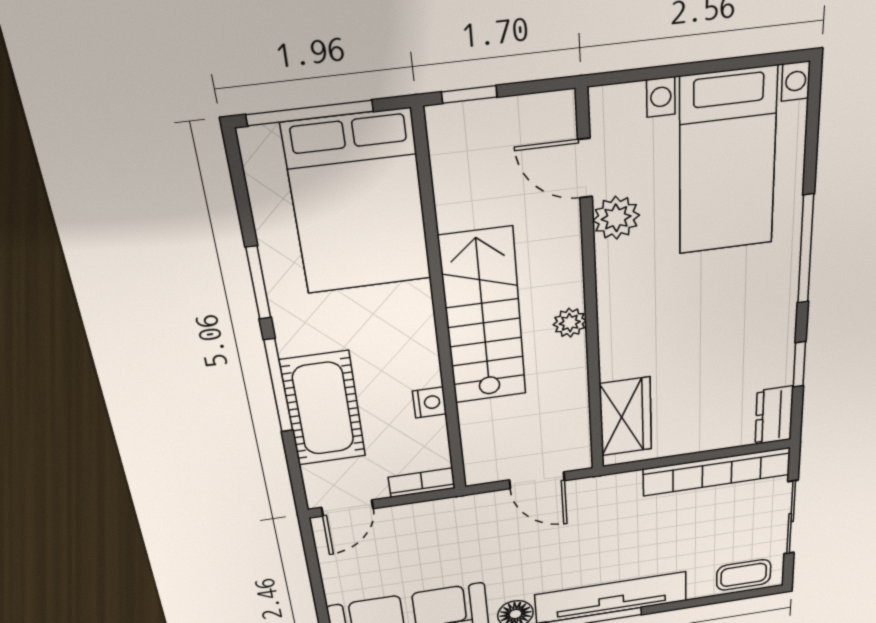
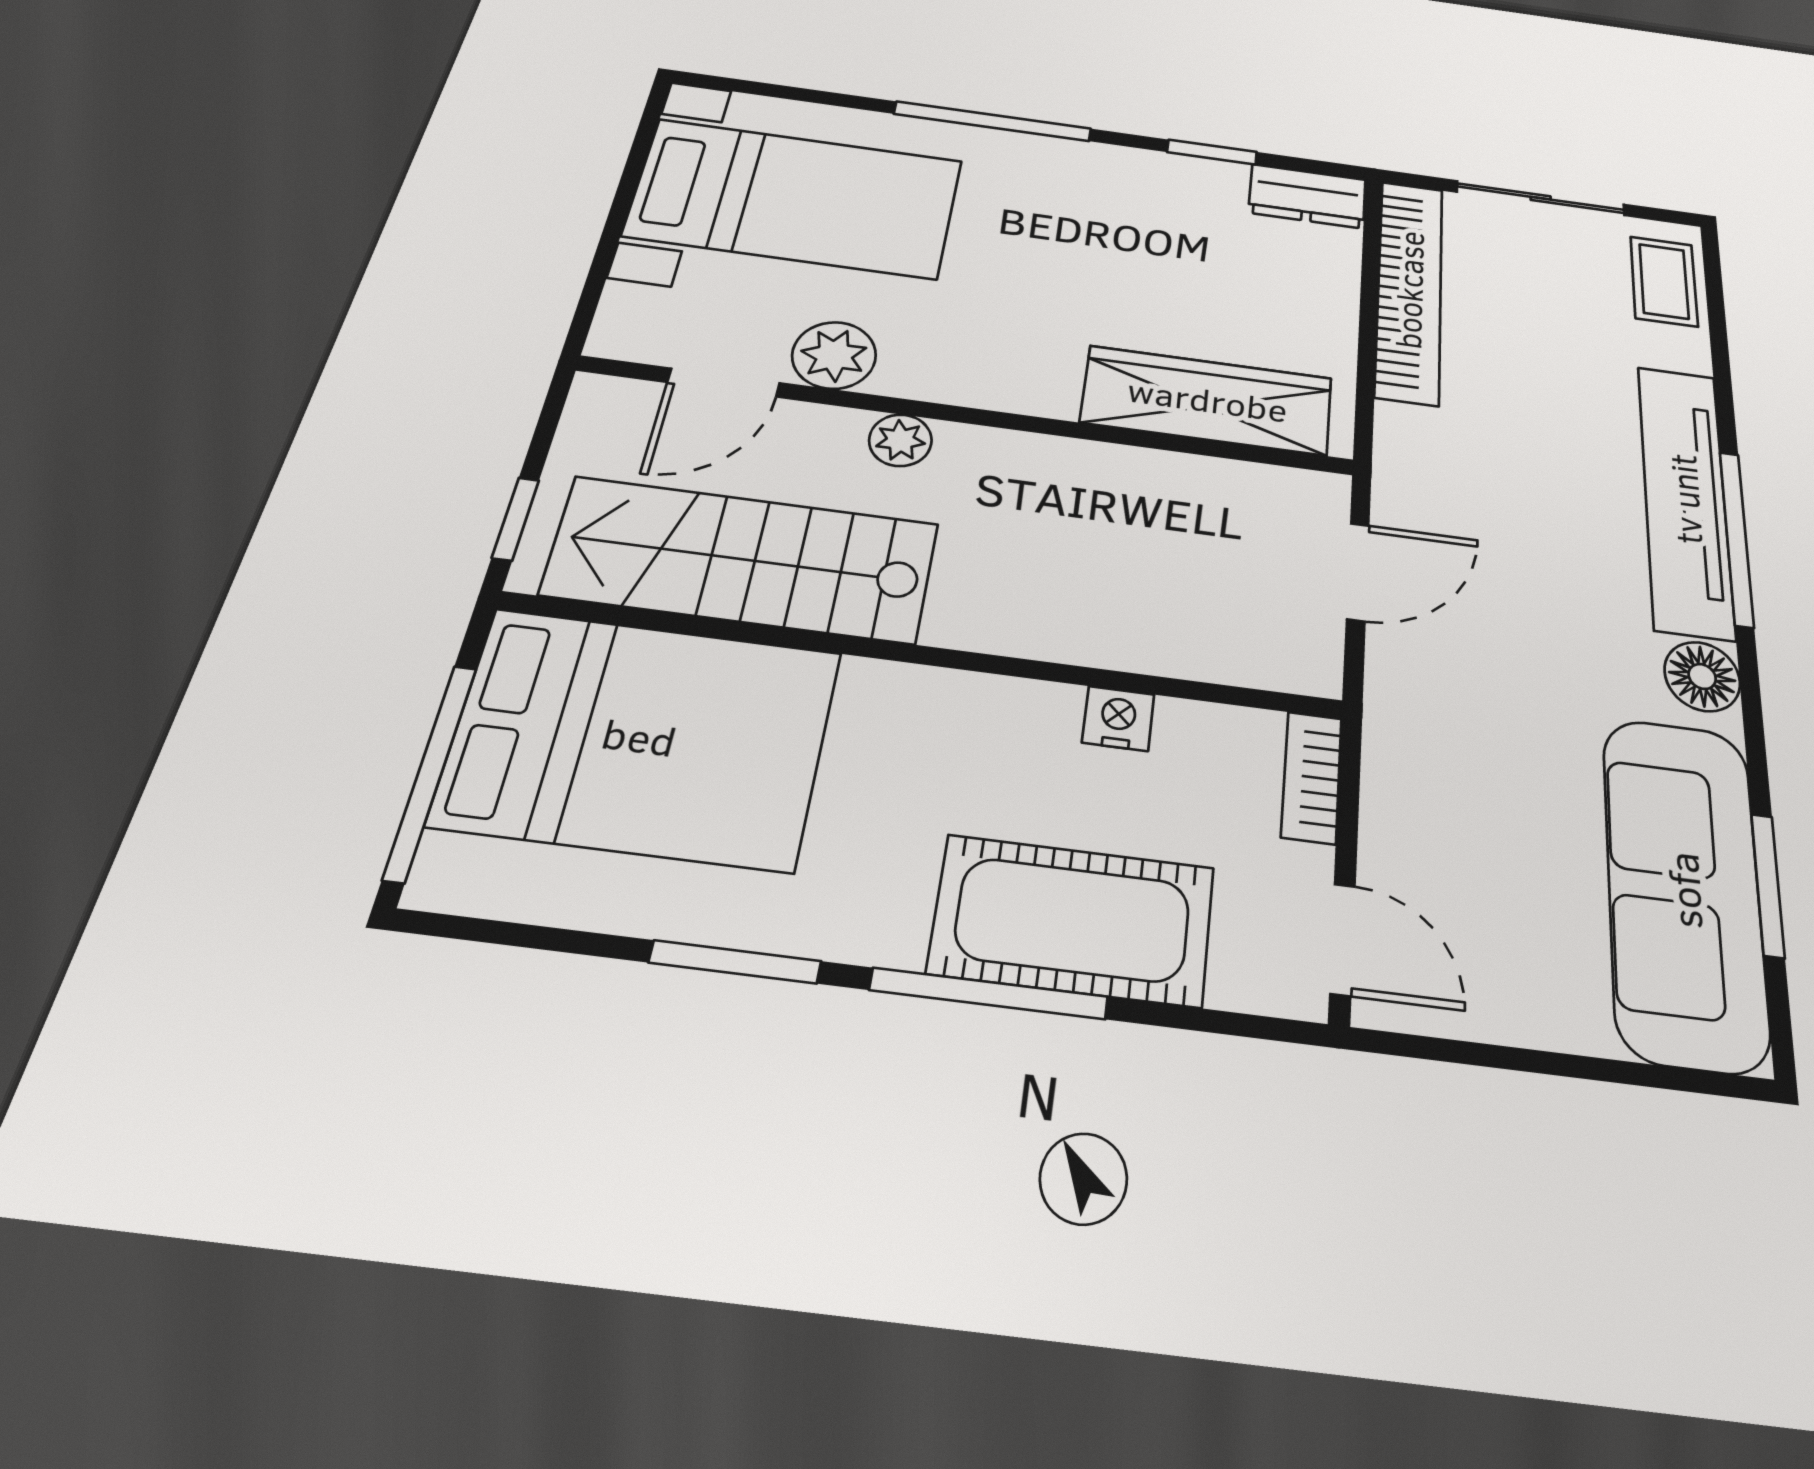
stairs: (483, 317) -> (742, 559), moved
plant: (570, 323) -> (900, 440), moved
wardrobe: (626, 417) -> (1207, 400), width x1.50

